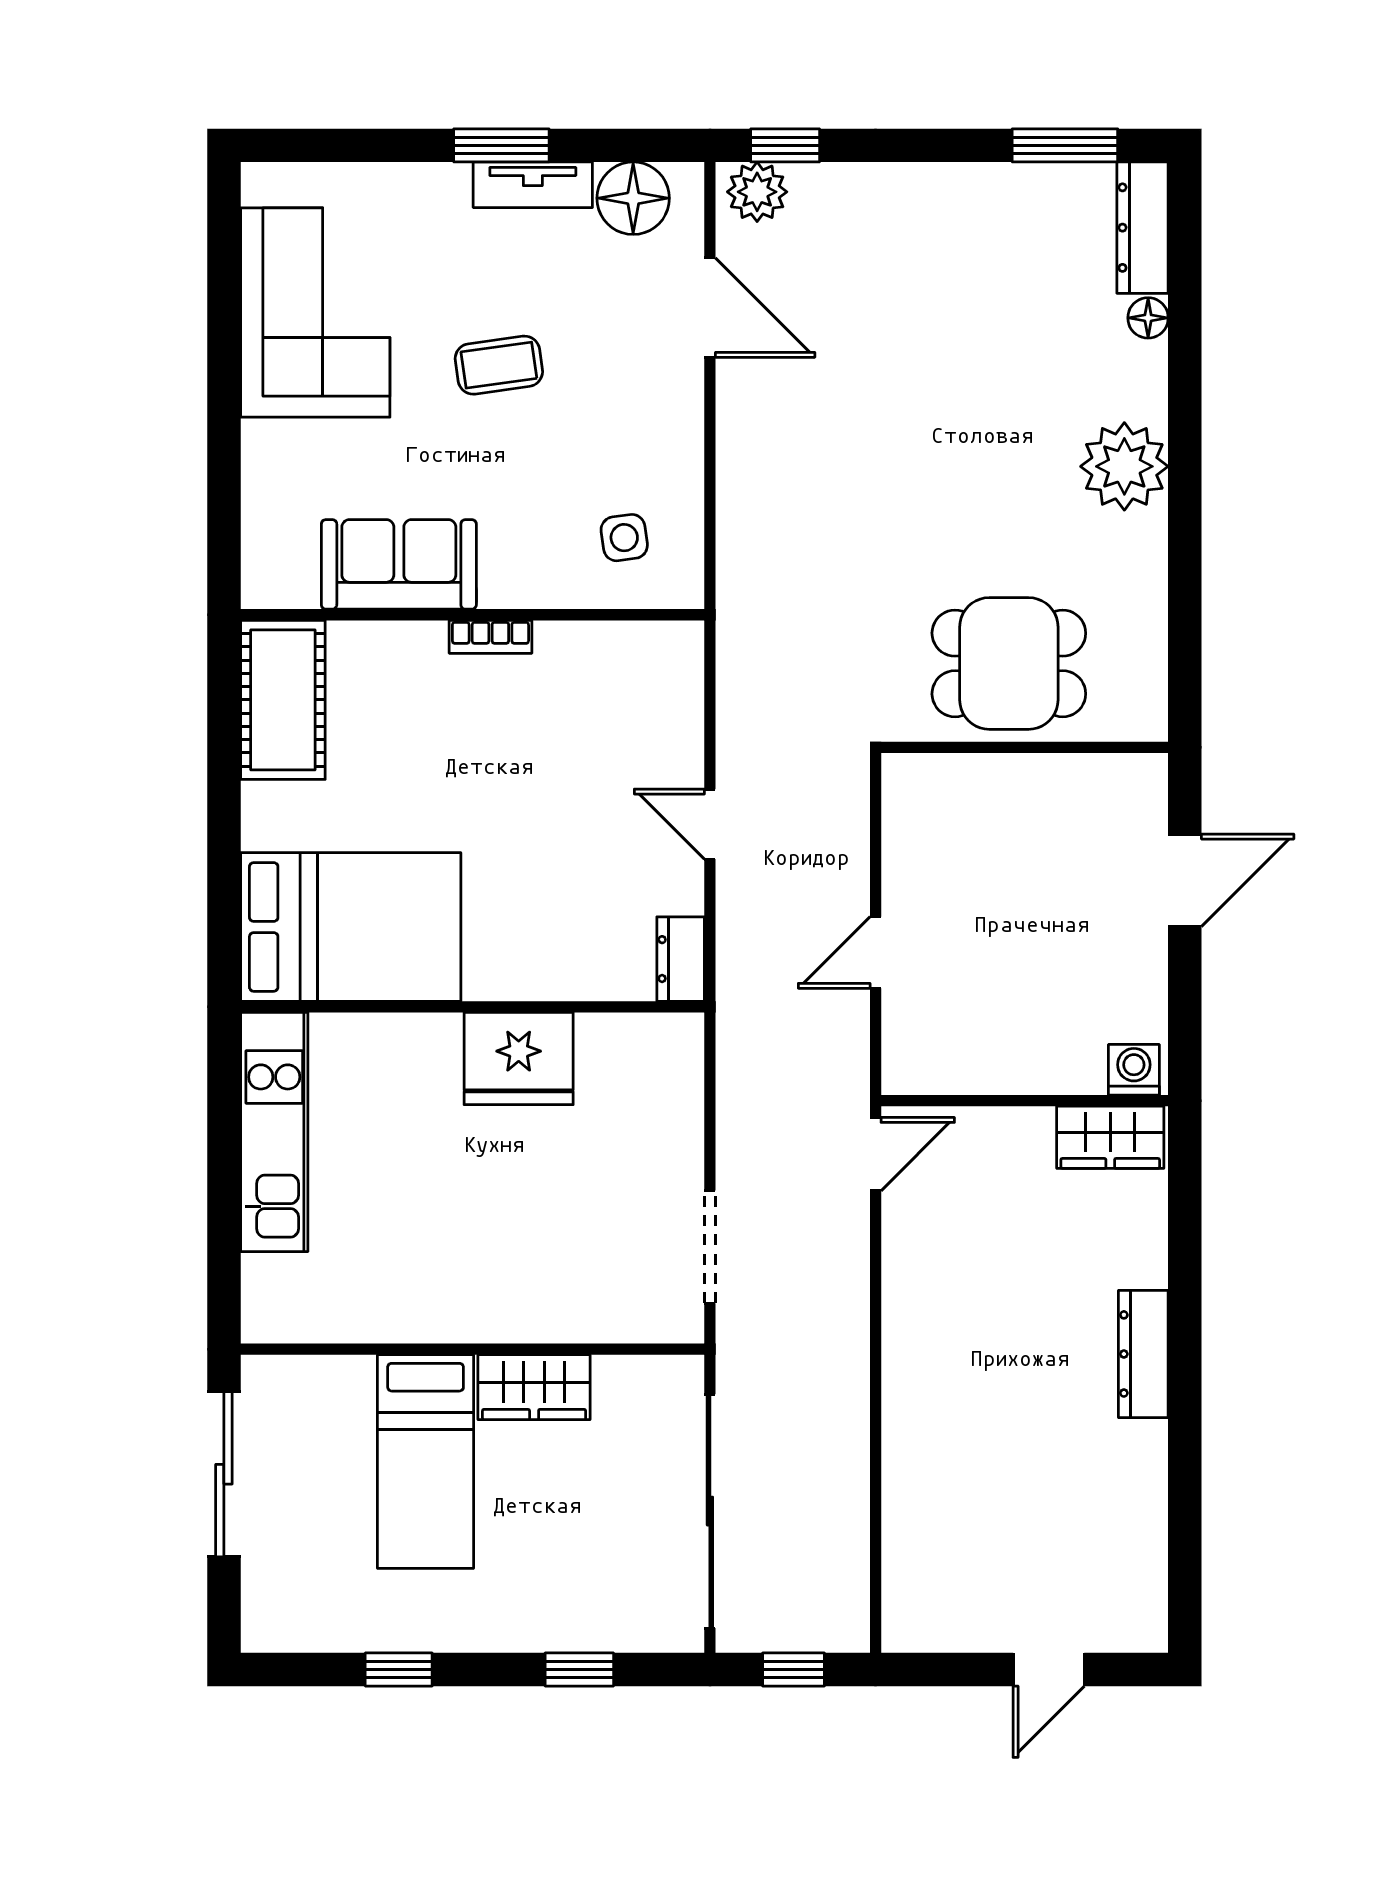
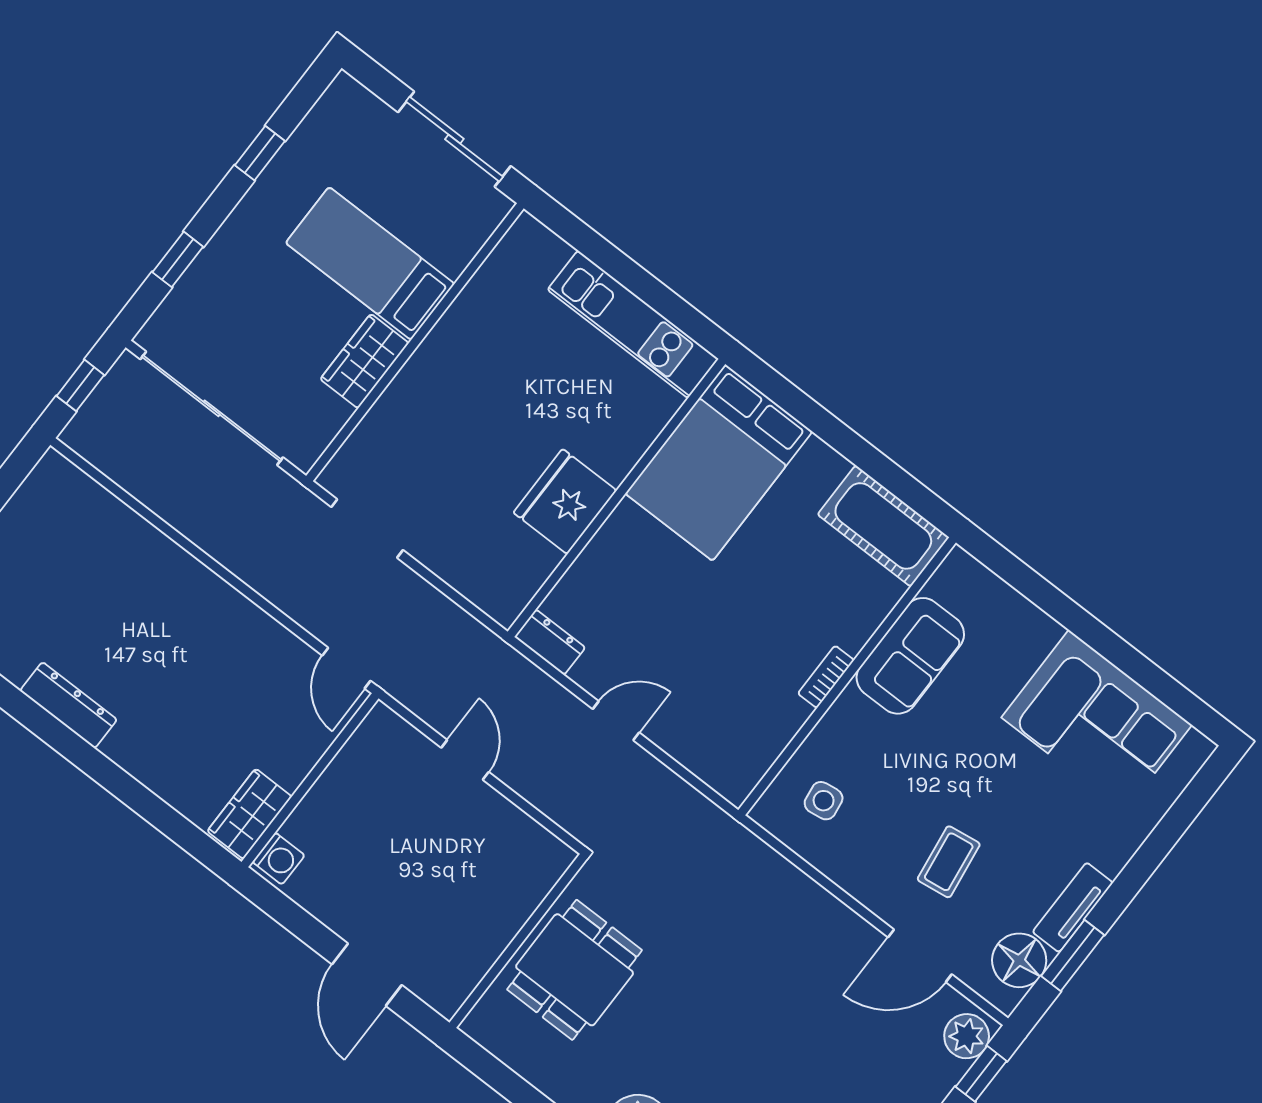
window: (501, 145) -> (1073, 956), moved
coffee table: (499, 365) -> (949, 862), moved
dresser: (1143, 1354) -> (69, 705), moved

